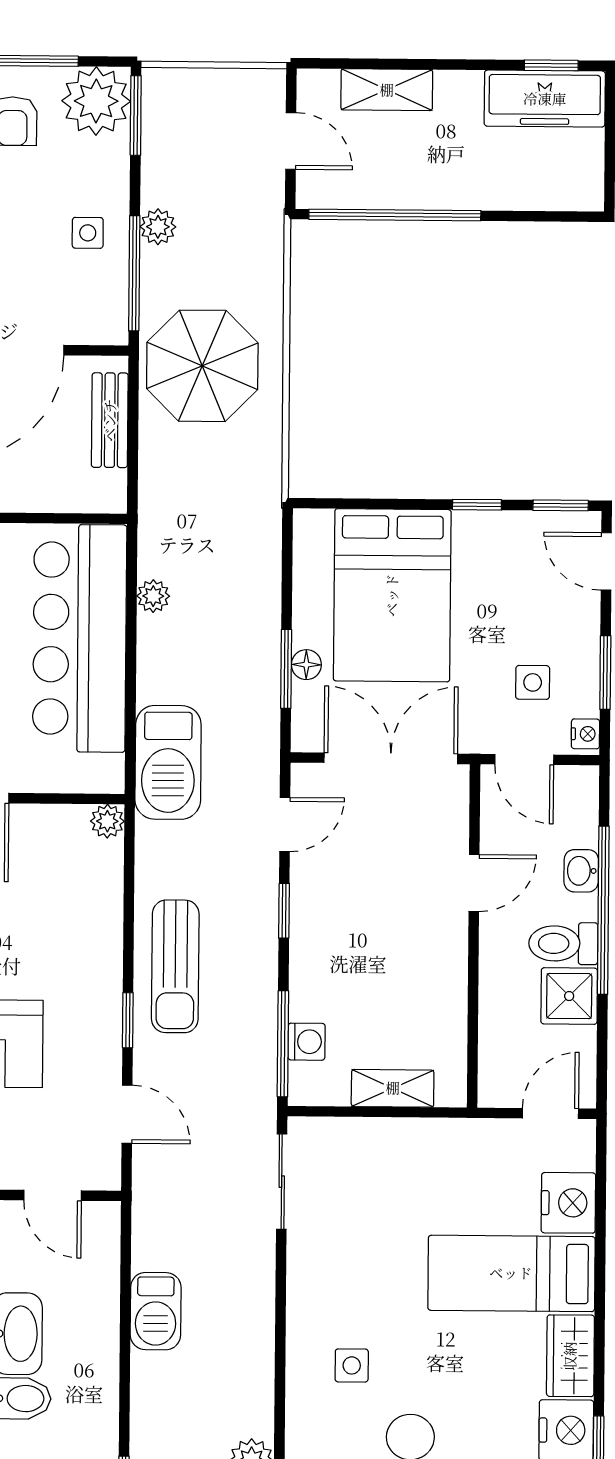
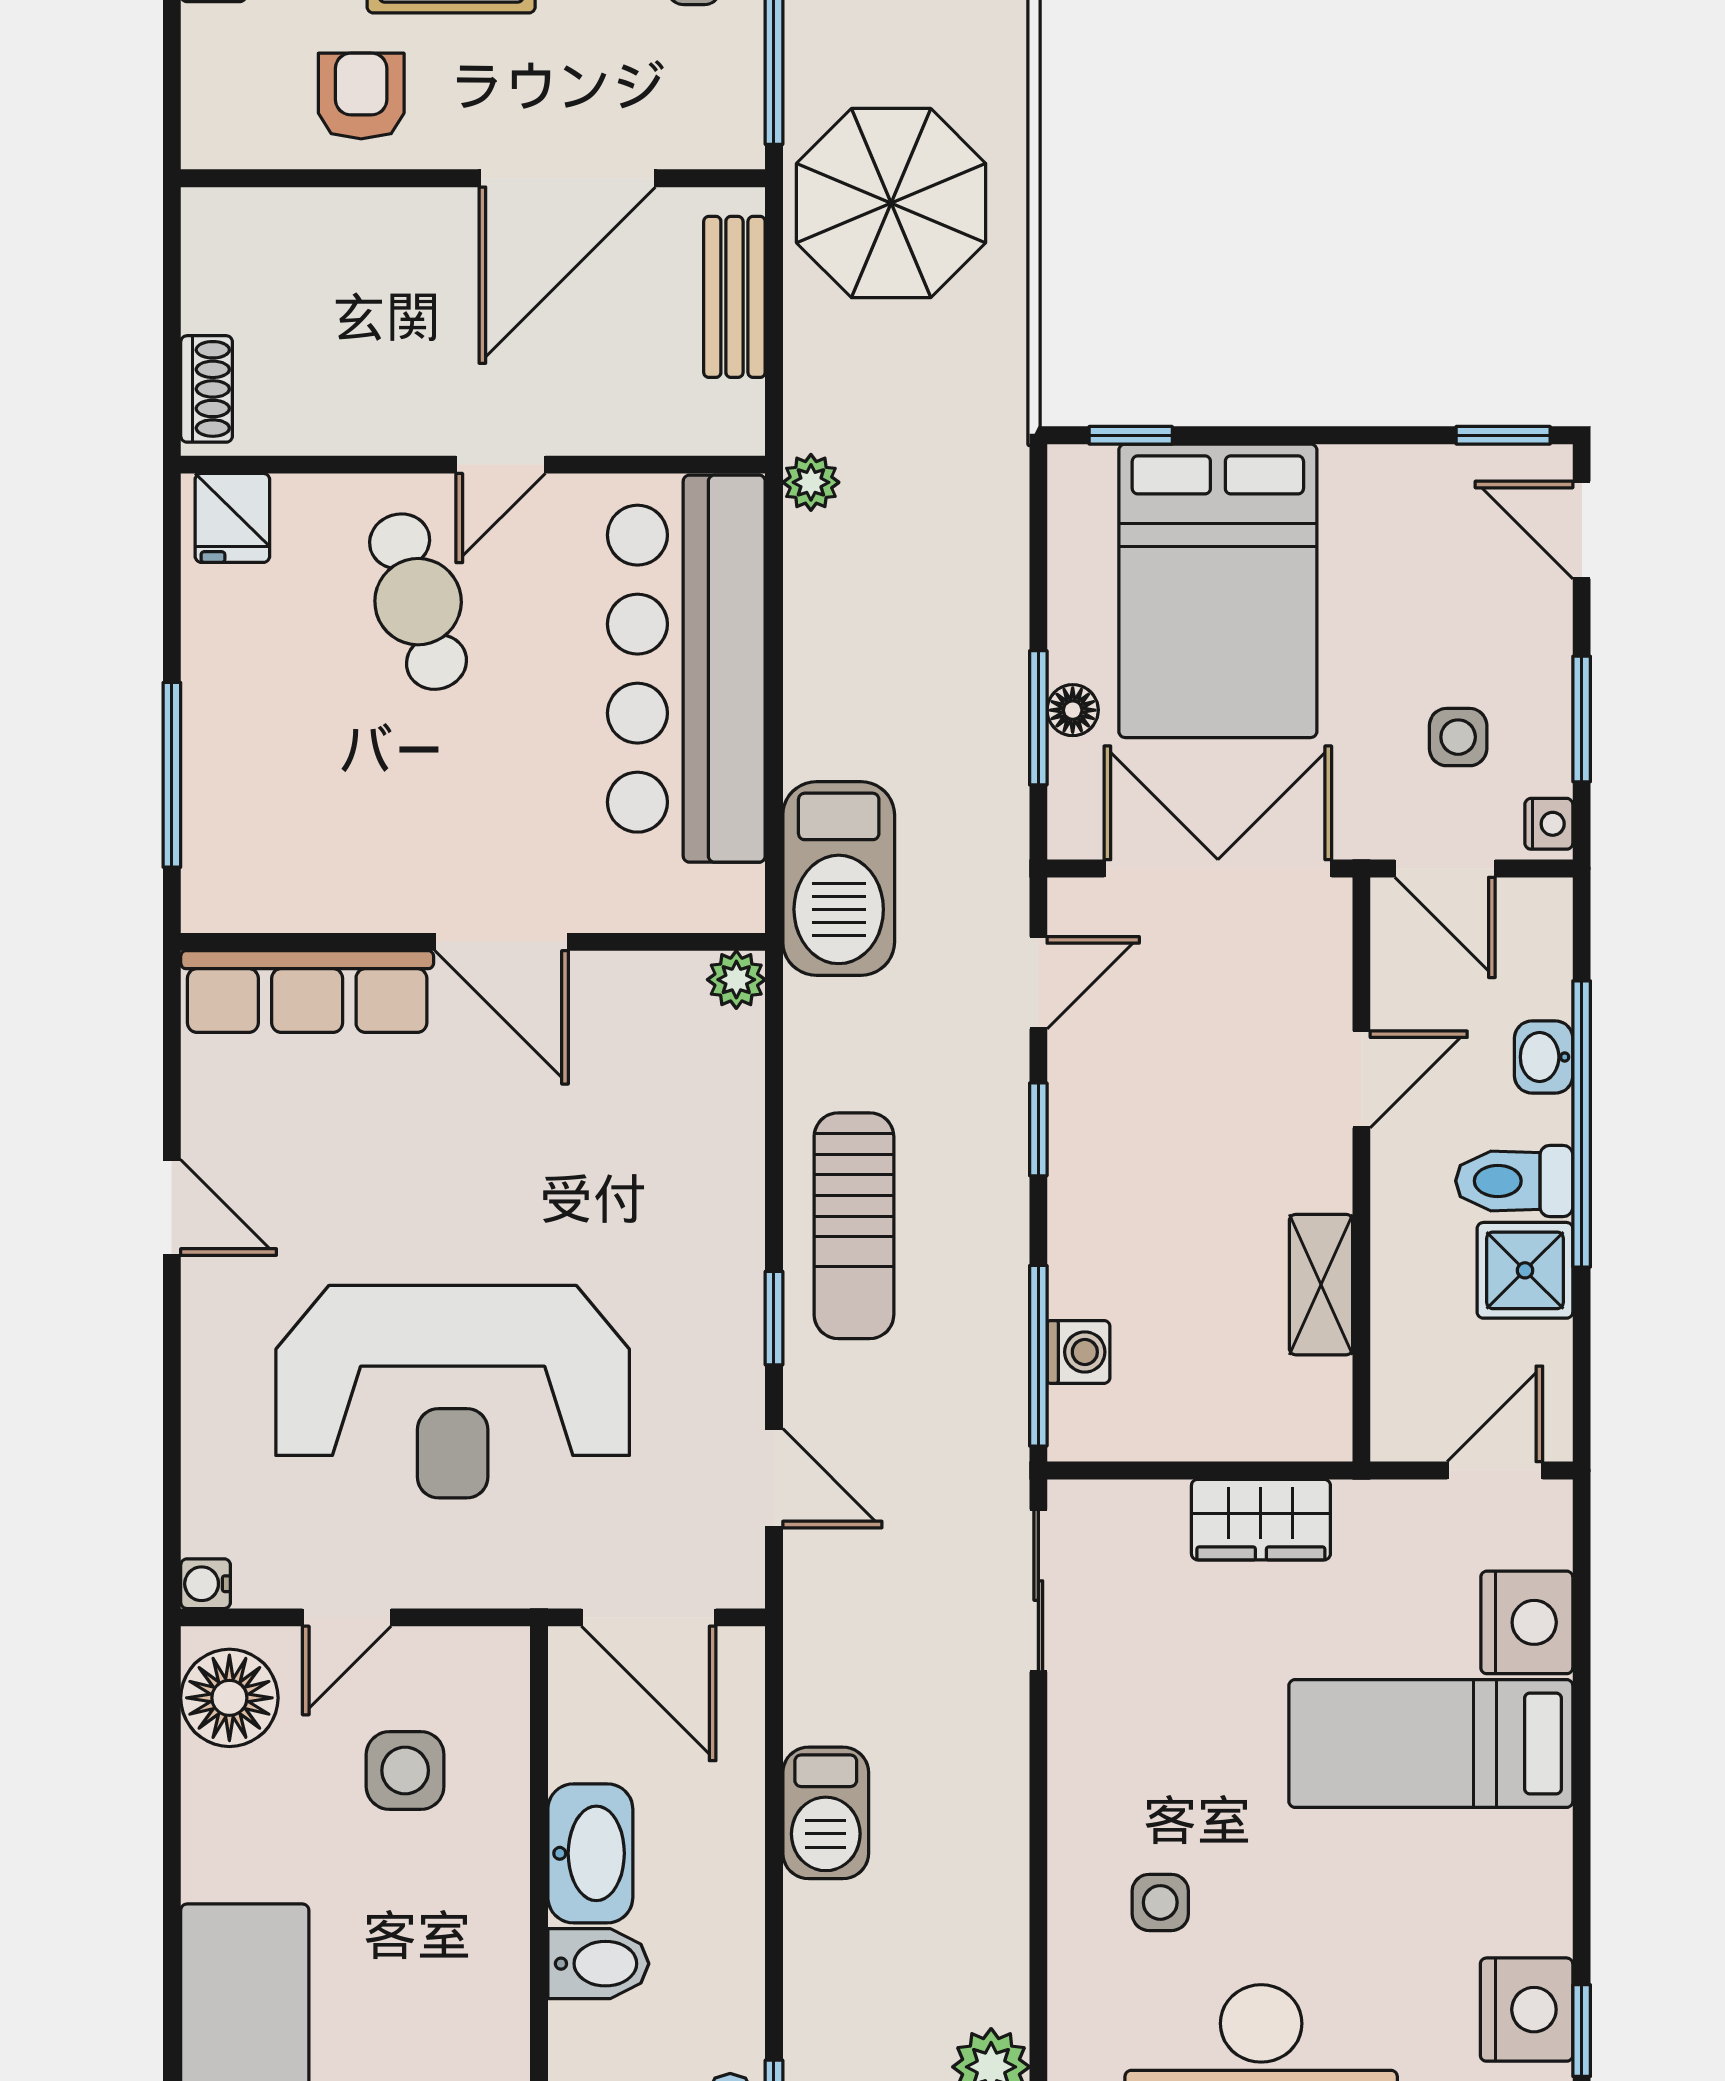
window: (477, 505) -> (1131, 435), moved
plant: (153, 596) -> (811, 482), moved
shelving: (393, 1088) -> (1321, 1285), moved, turned 90
door: (53, 1195) -> (649, 1617), width x1.38
wardrobe: (570, 1356) -> (1261, 1520), moved, turned -90

